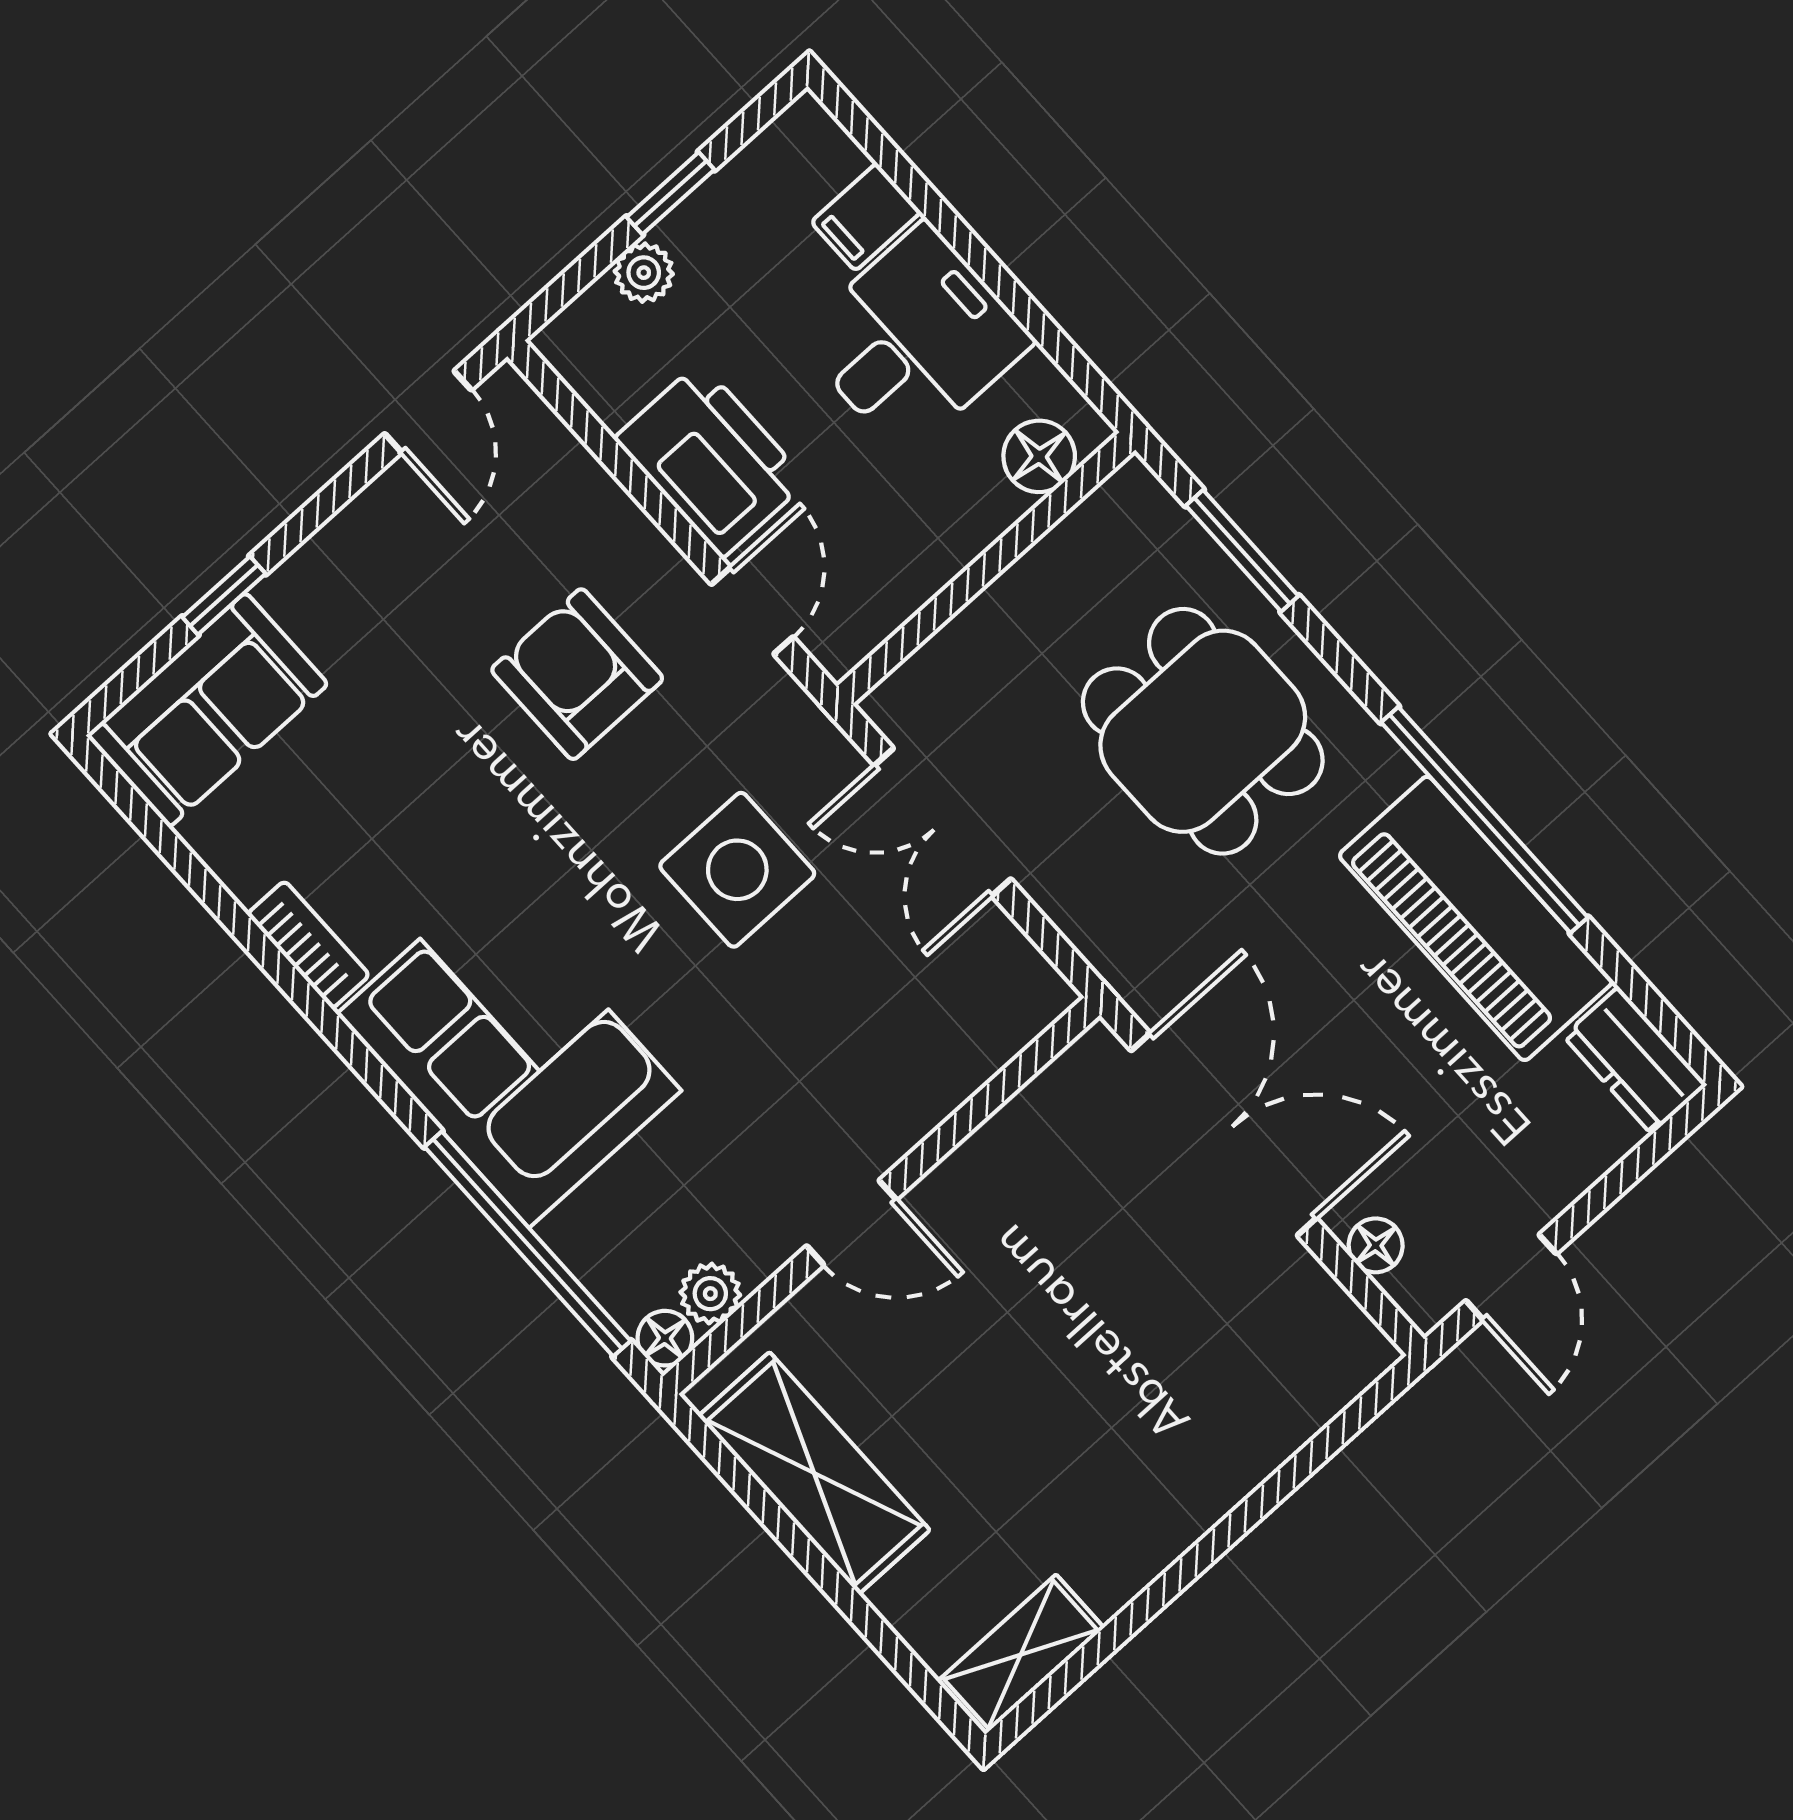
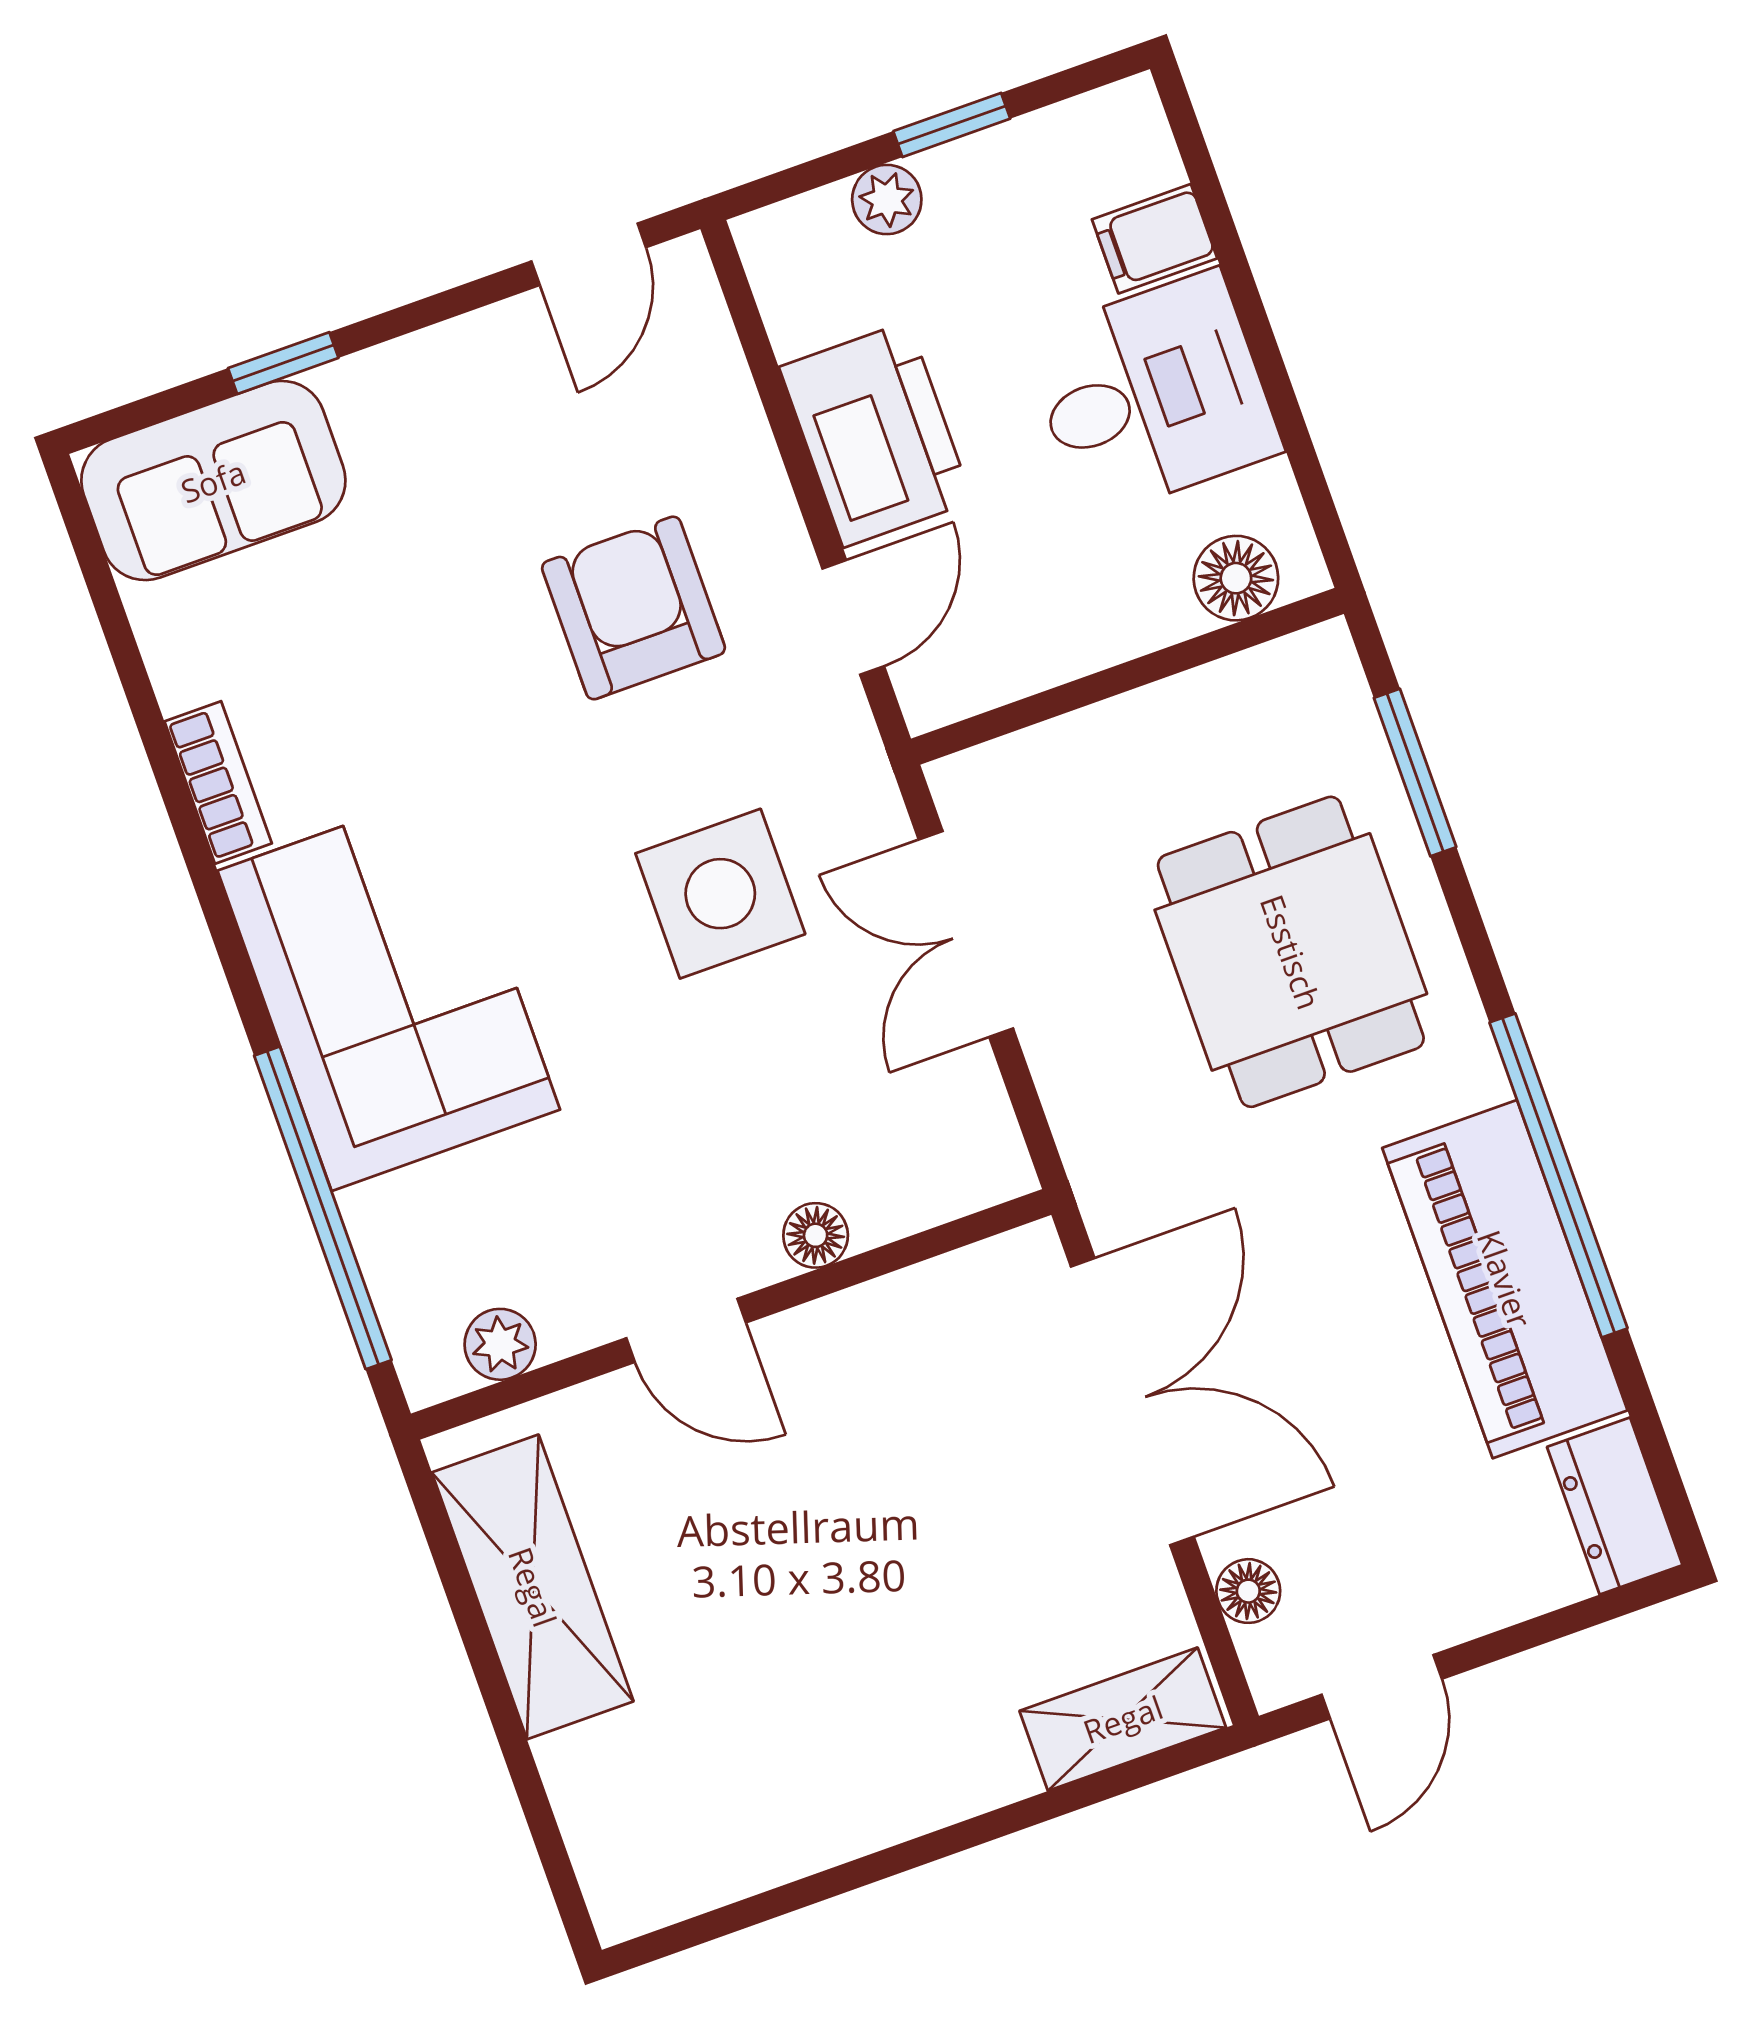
floor lamp: (665, 1338) -> (816, 1235), moved
shelving: (1021, 1655) -> (1123, 1719), moved

